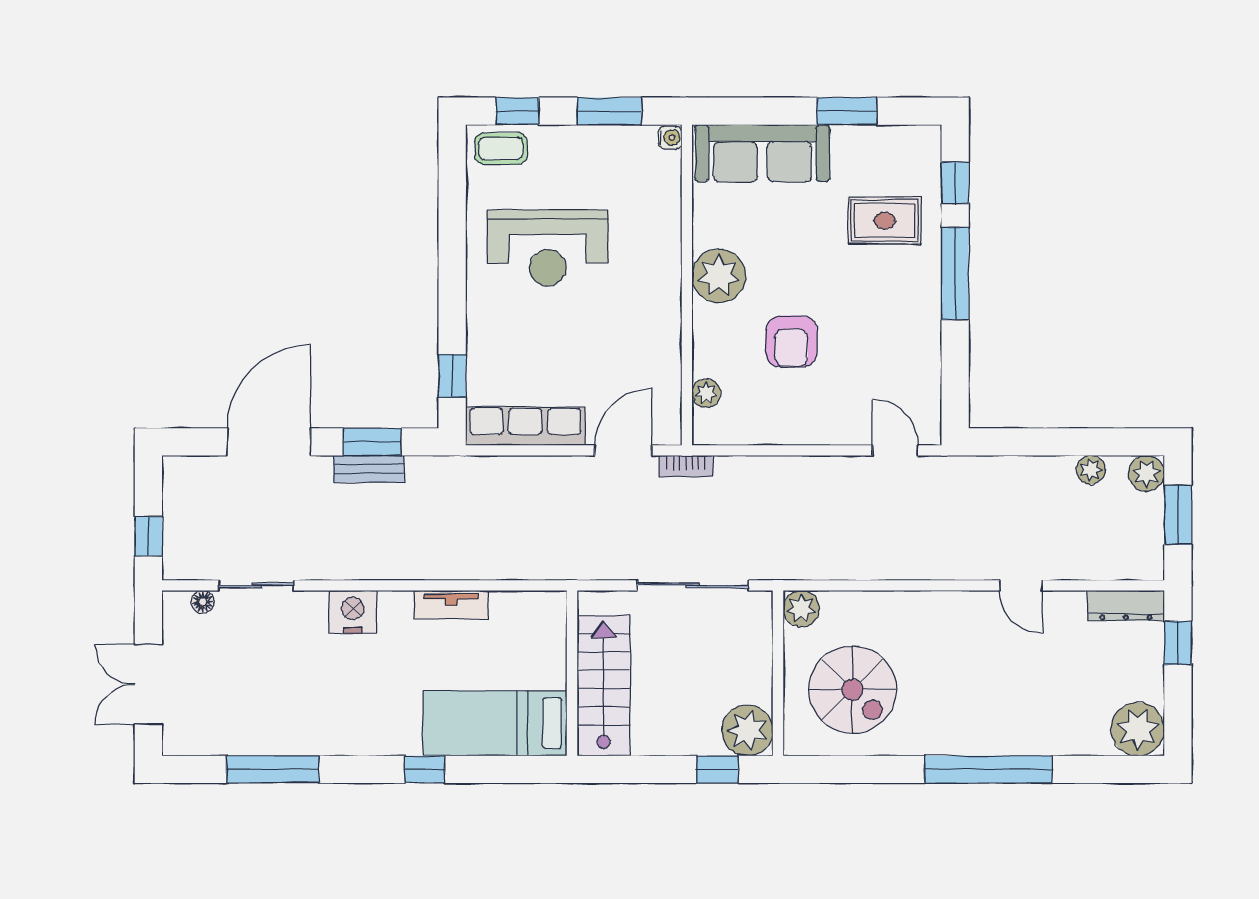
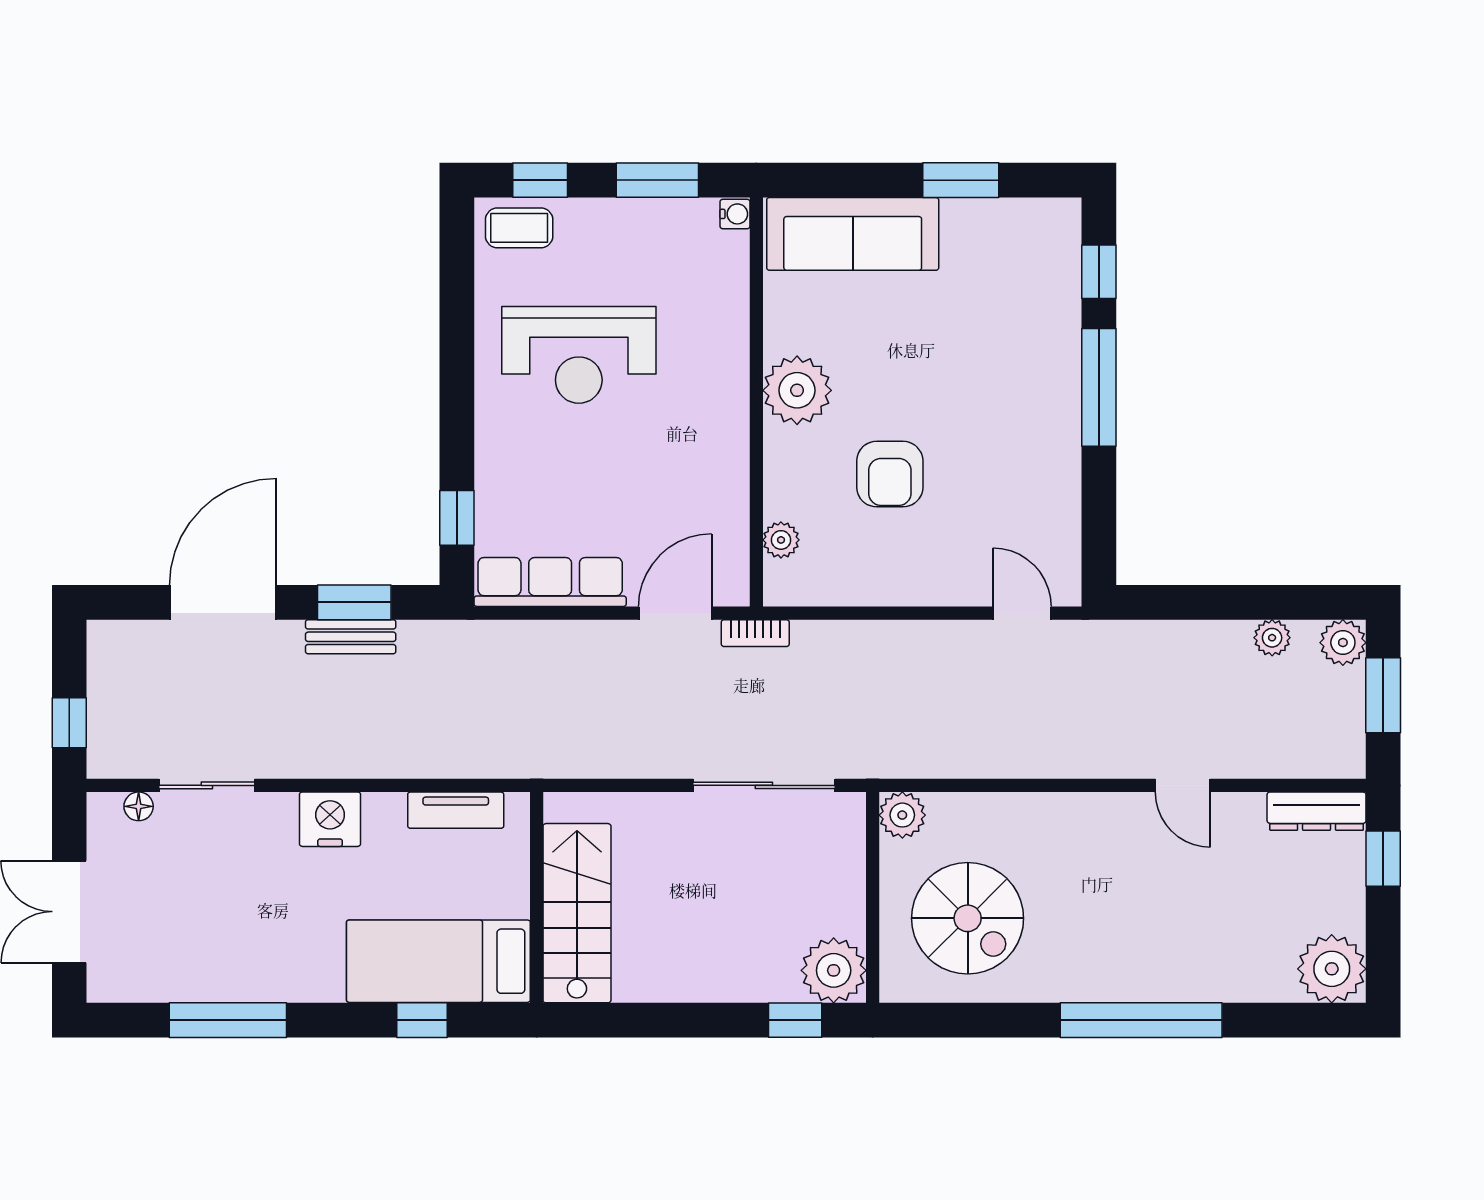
rug: (885, 221) -> (1009, 320), removed
wall: (572, 673) -> (537, 897), moved
stairs: (604, 686) -> (577, 913), moved
bed: (495, 723) -> (438, 961), moved

